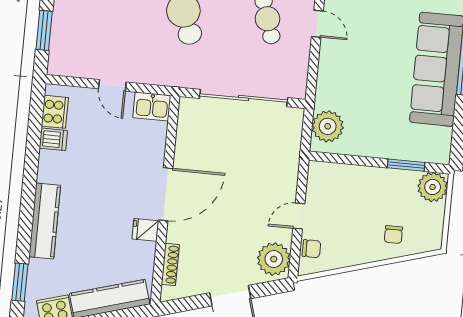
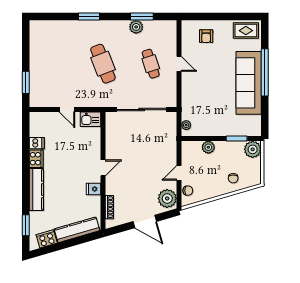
cooker: (55, 112) -> (36, 159), moved
plant: (328, 126) -> (186, 125), width x0.53, depth x0.53
plant: (355, 176) -> (208, 147), added
door: (166, 194) -> (103, 168), width x0.53

